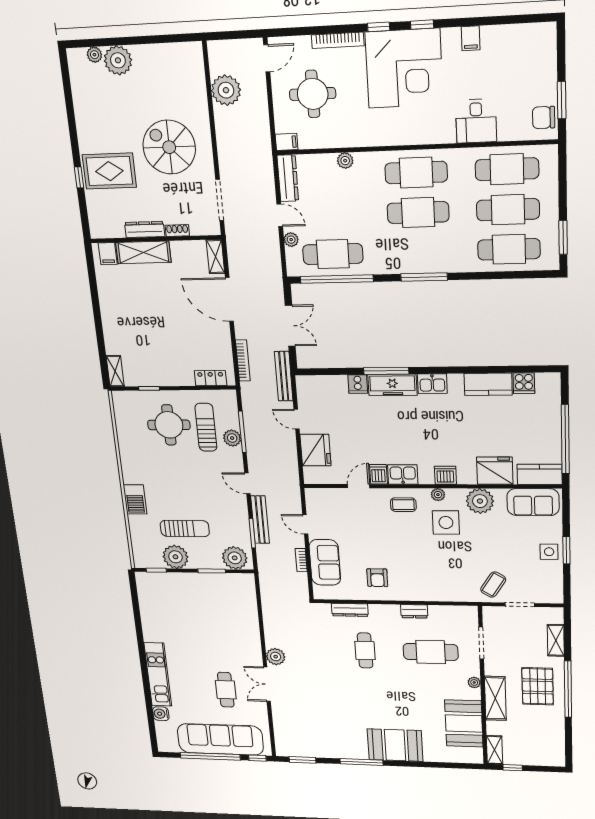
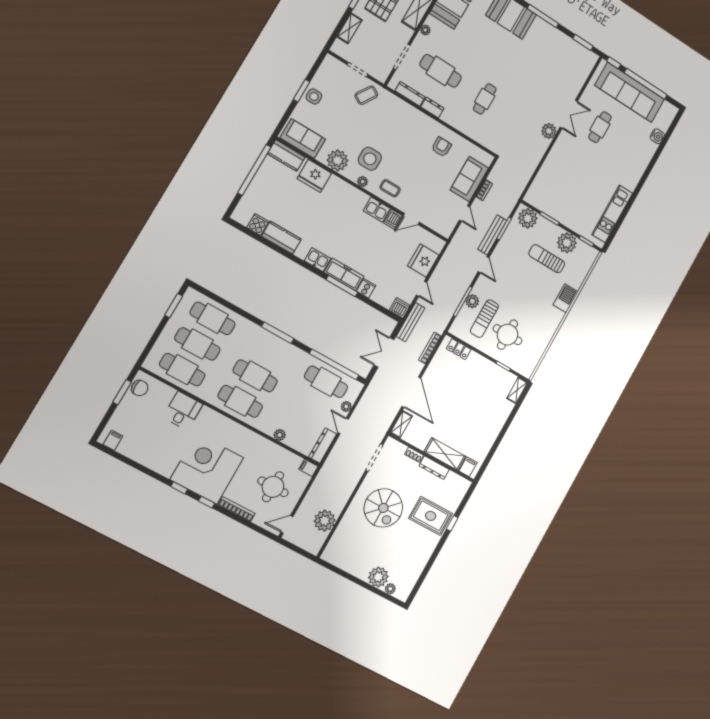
filing cabinet: (471, 38) -> (113, 440), moved
dishwasher: (445, 475) -> (400, 308), moved, turned 180
dresser: (350, 610) -> (410, 94), moved
kitchen unit: (158, 674) -> (612, 214), moved

